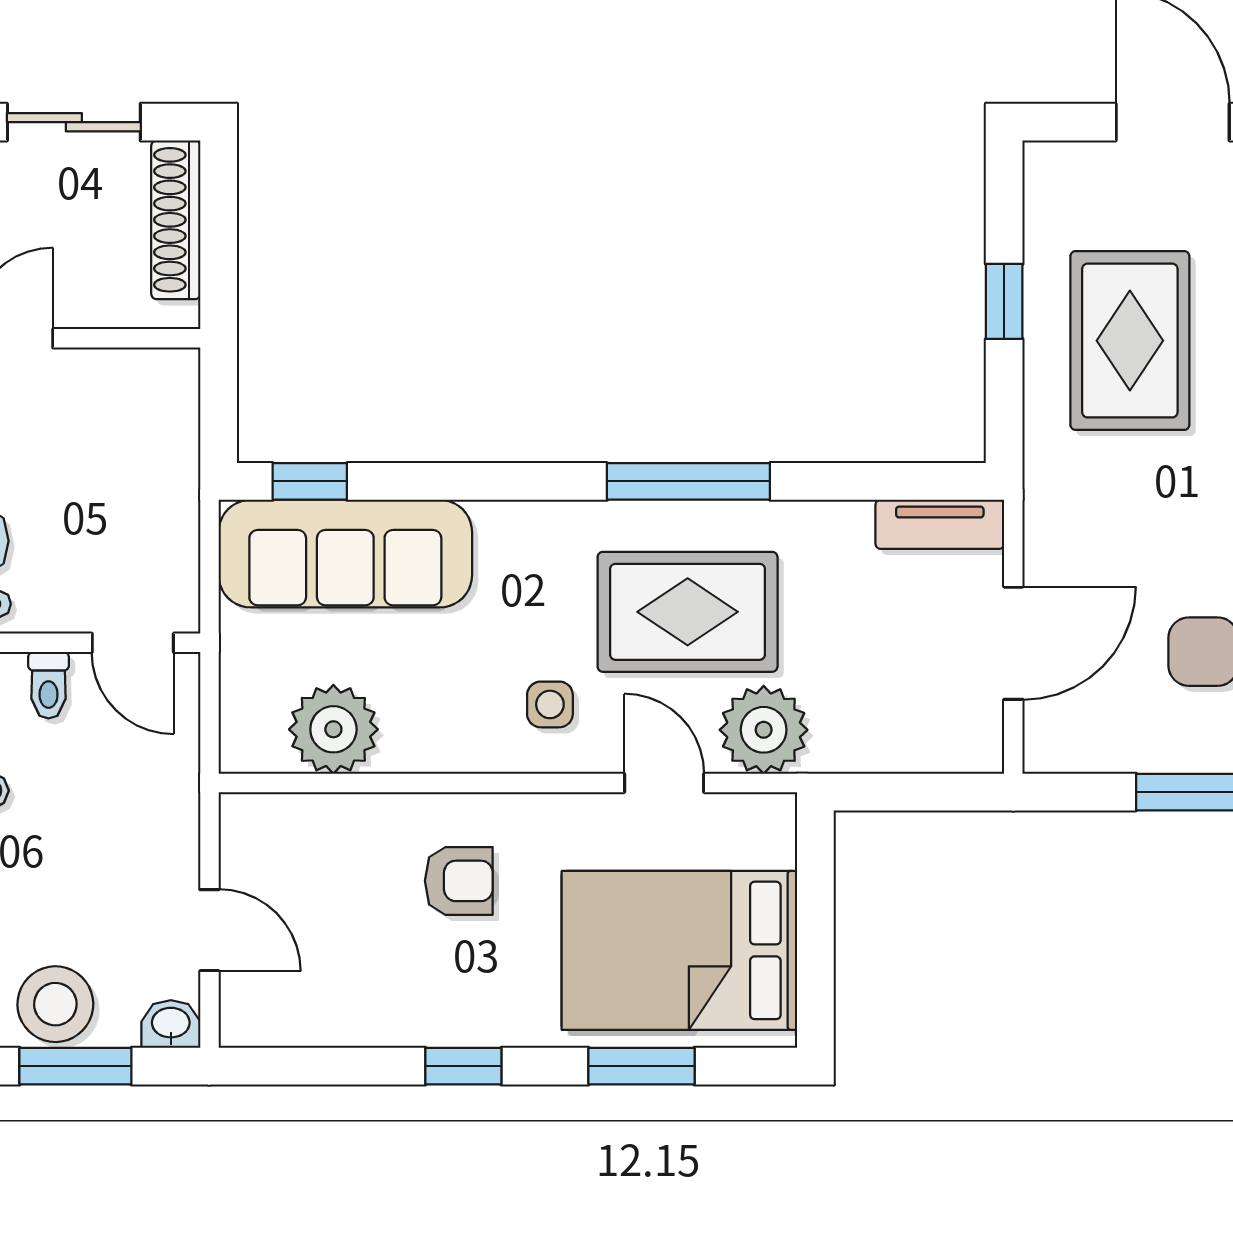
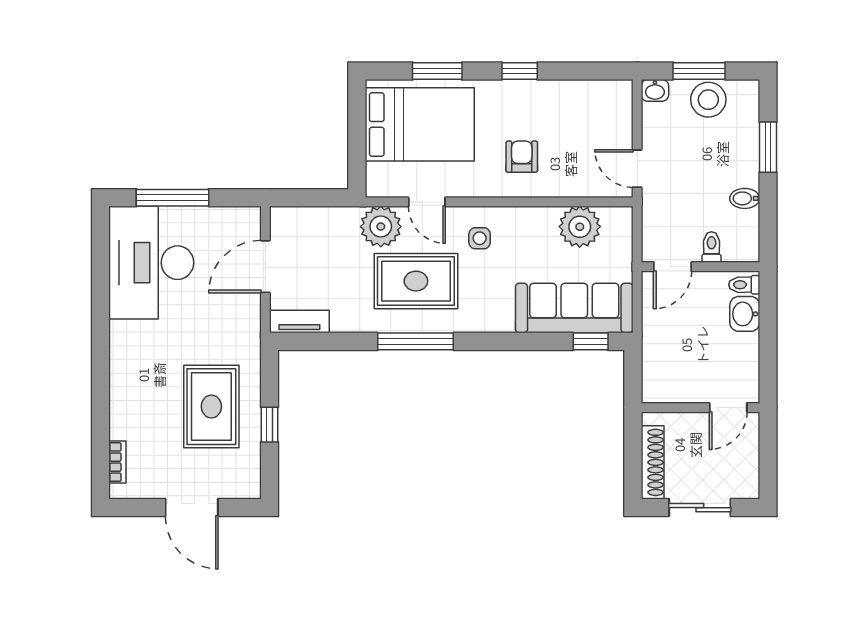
door: (133, 643) -> (673, 267), swing flipped
armchair: (459, 881) -> (522, 157), turned 90
door: (209, 930) -> (637, 169), moved

